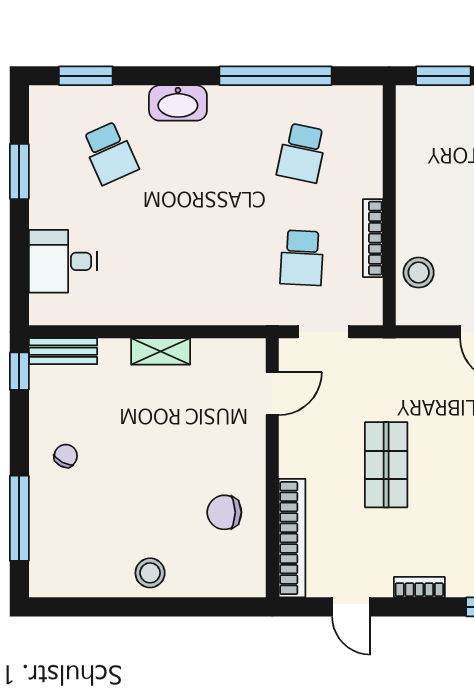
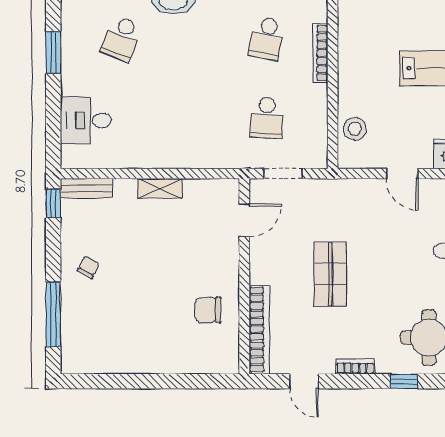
school desk: (110, 153) -> (122, 38), turned 45
bookcase: (373, 238) -> (320, 53), moved
stool: (150, 573) -> (152, 356), removed

